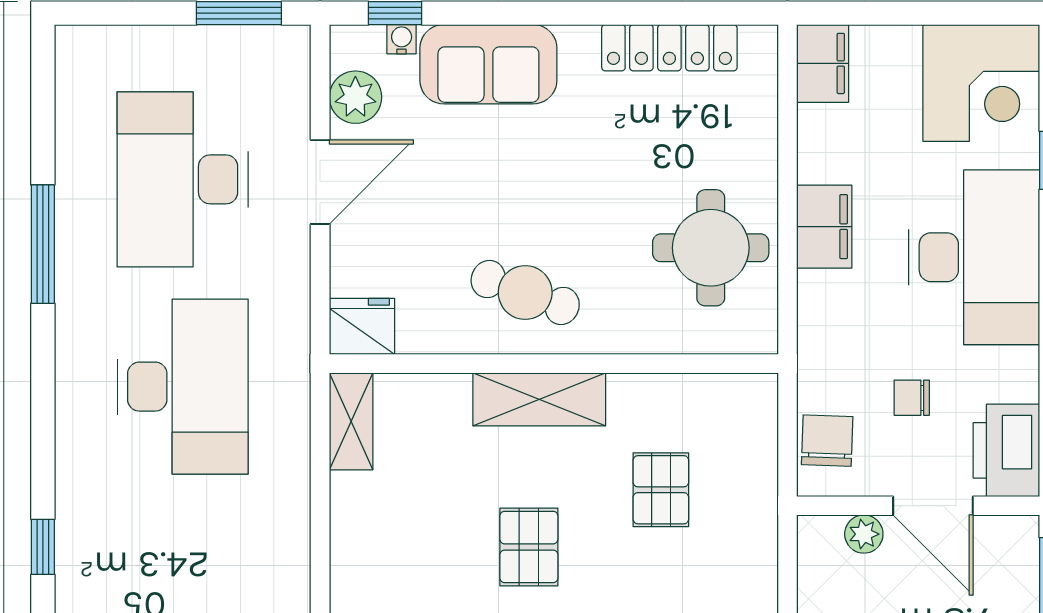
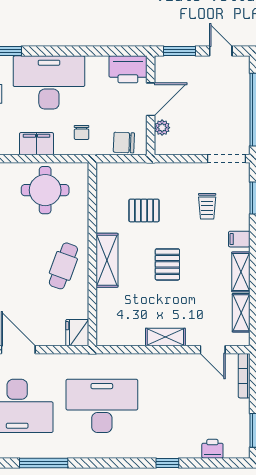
chair: (912, 398) -> (82, 133), moved
shelving: (351, 421) -> (165, 337), moved
pallet: (529, 547) -> (167, 264), turned 90

